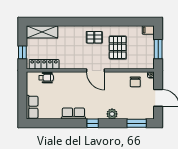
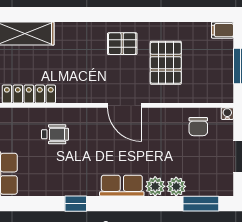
wheelchair: (46, 78) -> (55, 134), moved
row of seats: (73, 114) -> (122, 186), moved
plant: (123, 114) -> (176, 186), added
window: (93, 123) -> (76, 204), moved

